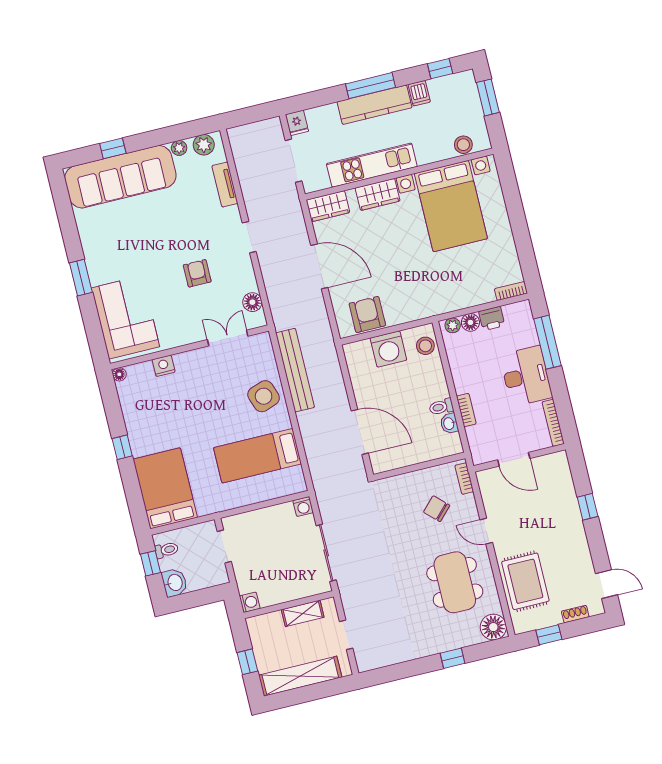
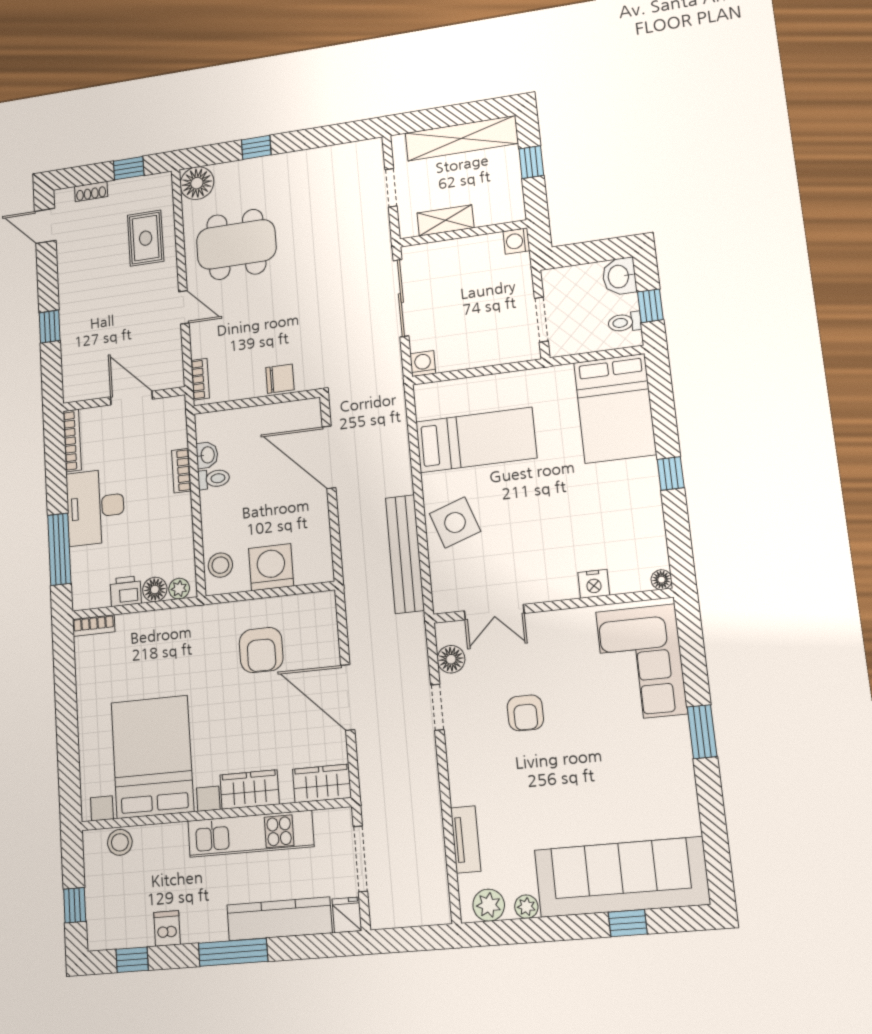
window: (488, 97) -> (75, 905), width x0.67
kitchen counter: (375, 105) -> (279, 919), moved
doorway: (249, 237) -> (437, 707), moved
armchair: (367, 314) -> (261, 650), moved
chair: (437, 509) -> (280, 379), moved, turned -44
rug: (525, 581) -> (146, 238), width x0.73, depth x0.70
dining table: (455, 582) -> (236, 244), turned 90

